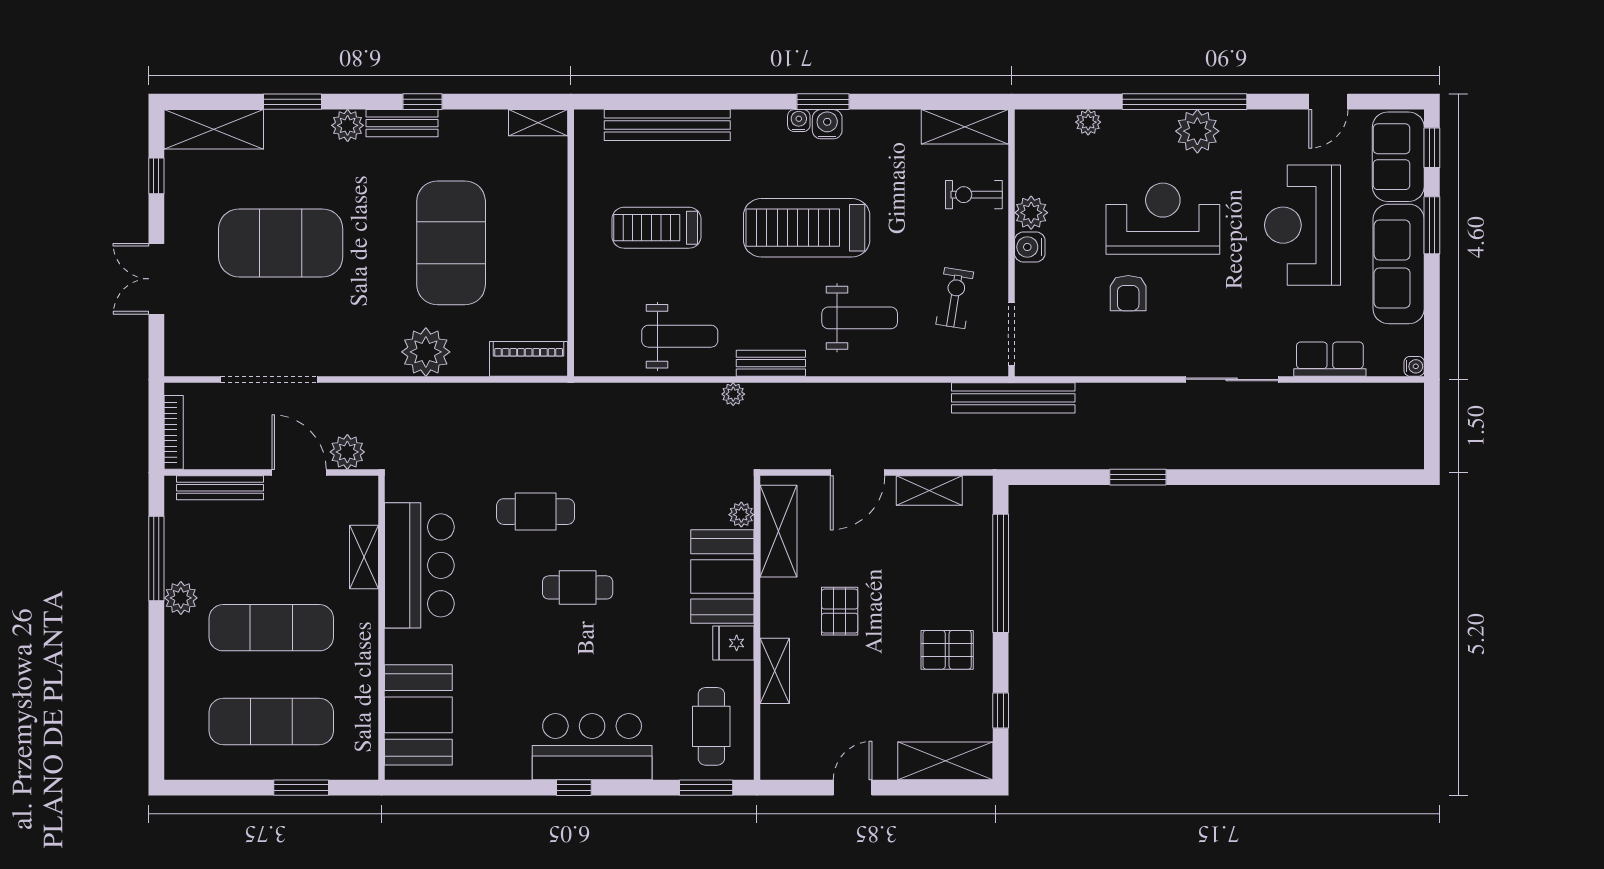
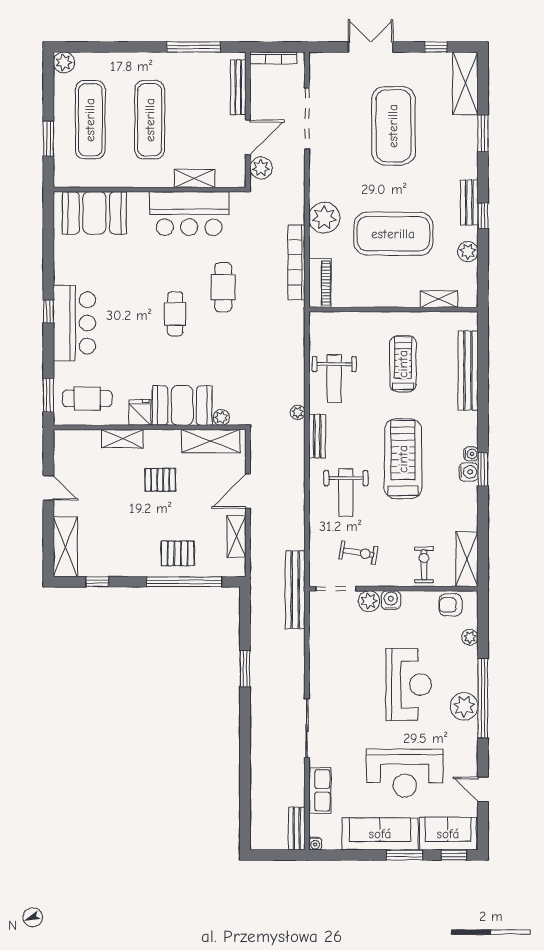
shelving: (538, 123) -> (439, 299), moved, turned 90
plant: (348, 125) -> (468, 252), moved
plant: (1031, 213) -> (369, 601), moved
reception desk: (1303, 225) -> (405, 773), turned 180
armchair: (1128, 293) -> (451, 605), moved
bench: (1390, 395) -> (297, 829), added
bookcase: (496, 396) -> (296, 262), added
door: (858, 473) -> (248, 491), hinge flipped
plant: (181, 598) -> (64, 62), moved
pallet: (947, 650) -> (178, 553), moved, turned 90

